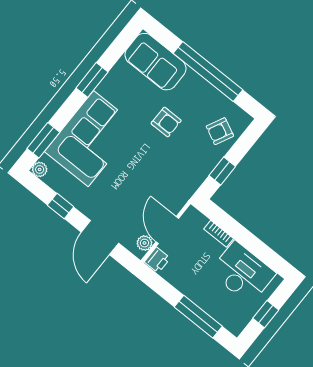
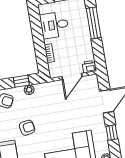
armchair: (166, 122) -> (27, 128), turned 80
plant: (144, 243) -> (29, 90), moved
desk: (243, 273) -> (54, 25), width x0.73

